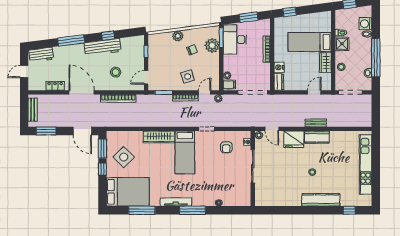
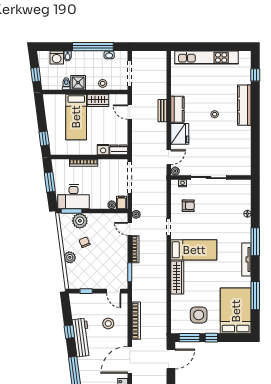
side table: (188, 76) -> (113, 247), removed
side table: (124, 157) -> (199, 315), turned 45

